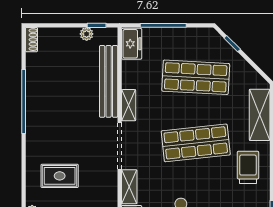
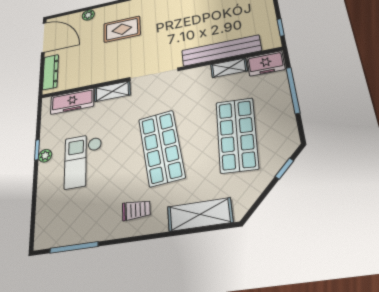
plant: (87, 34) -> (269, 21), removed
shelving: (129, 105) -> (229, 68), moved
trolley: (248, 167) -> (136, 210), width x0.73, depth x0.72
rug: (60, 176) -> (122, 29), turned 90

